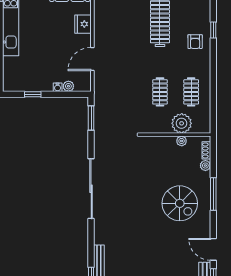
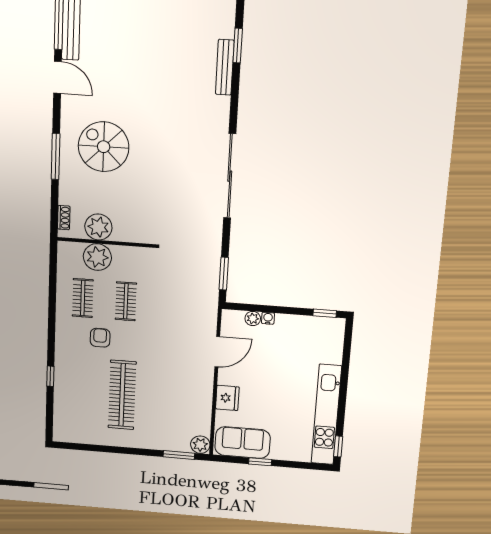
armchair: (195, 42) -> (100, 338), moved
window: (33, 94) -> (325, 313), moved
plant: (182, 141) -> (98, 227), width x1.88, depth x1.88
plant: (205, 166) -> (66, 197), removed

